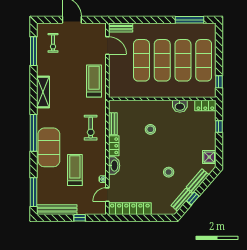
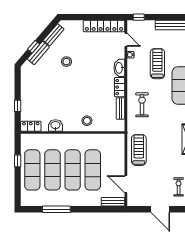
window: (189, 20) -> (56, 209), moved
treadmill: (94, 81) -> (139, 150), turned 180
window: (219, 82) -> (18, 161), moved
stool: (150, 129) -> (87, 121), moved
shower: (209, 157) -> (27, 76), removed
treadmill: (75, 170) -> (157, 64), turned 180
door: (107, 195) -> (126, 40), hinge flipped
window: (193, 198) -> (34, 47), moved
window: (80, 218) -> (139, 17), moved

